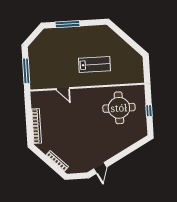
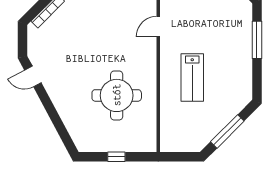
window: (128, 40) -> (227, 131), added
round table: (119, 108) -> (117, 95), moved

